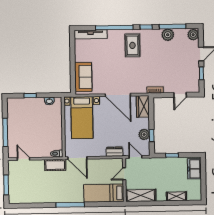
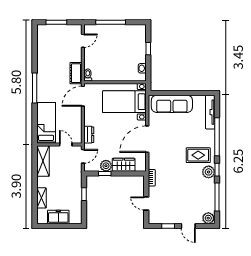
plant: (168, 35) -> (209, 172), moved
sofa: (83, 77) -> (172, 104), width x1.36
wardrobe: (143, 106) -> (124, 165), moved
freezer: (194, 169) -> (58, 217), moved

